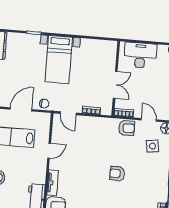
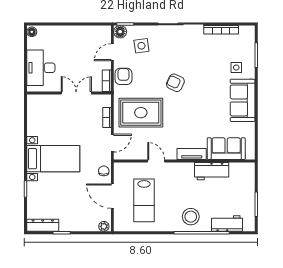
rug: (93, 141) -> (141, 113), added
armchair: (117, 174) -> (175, 83), turned 116

